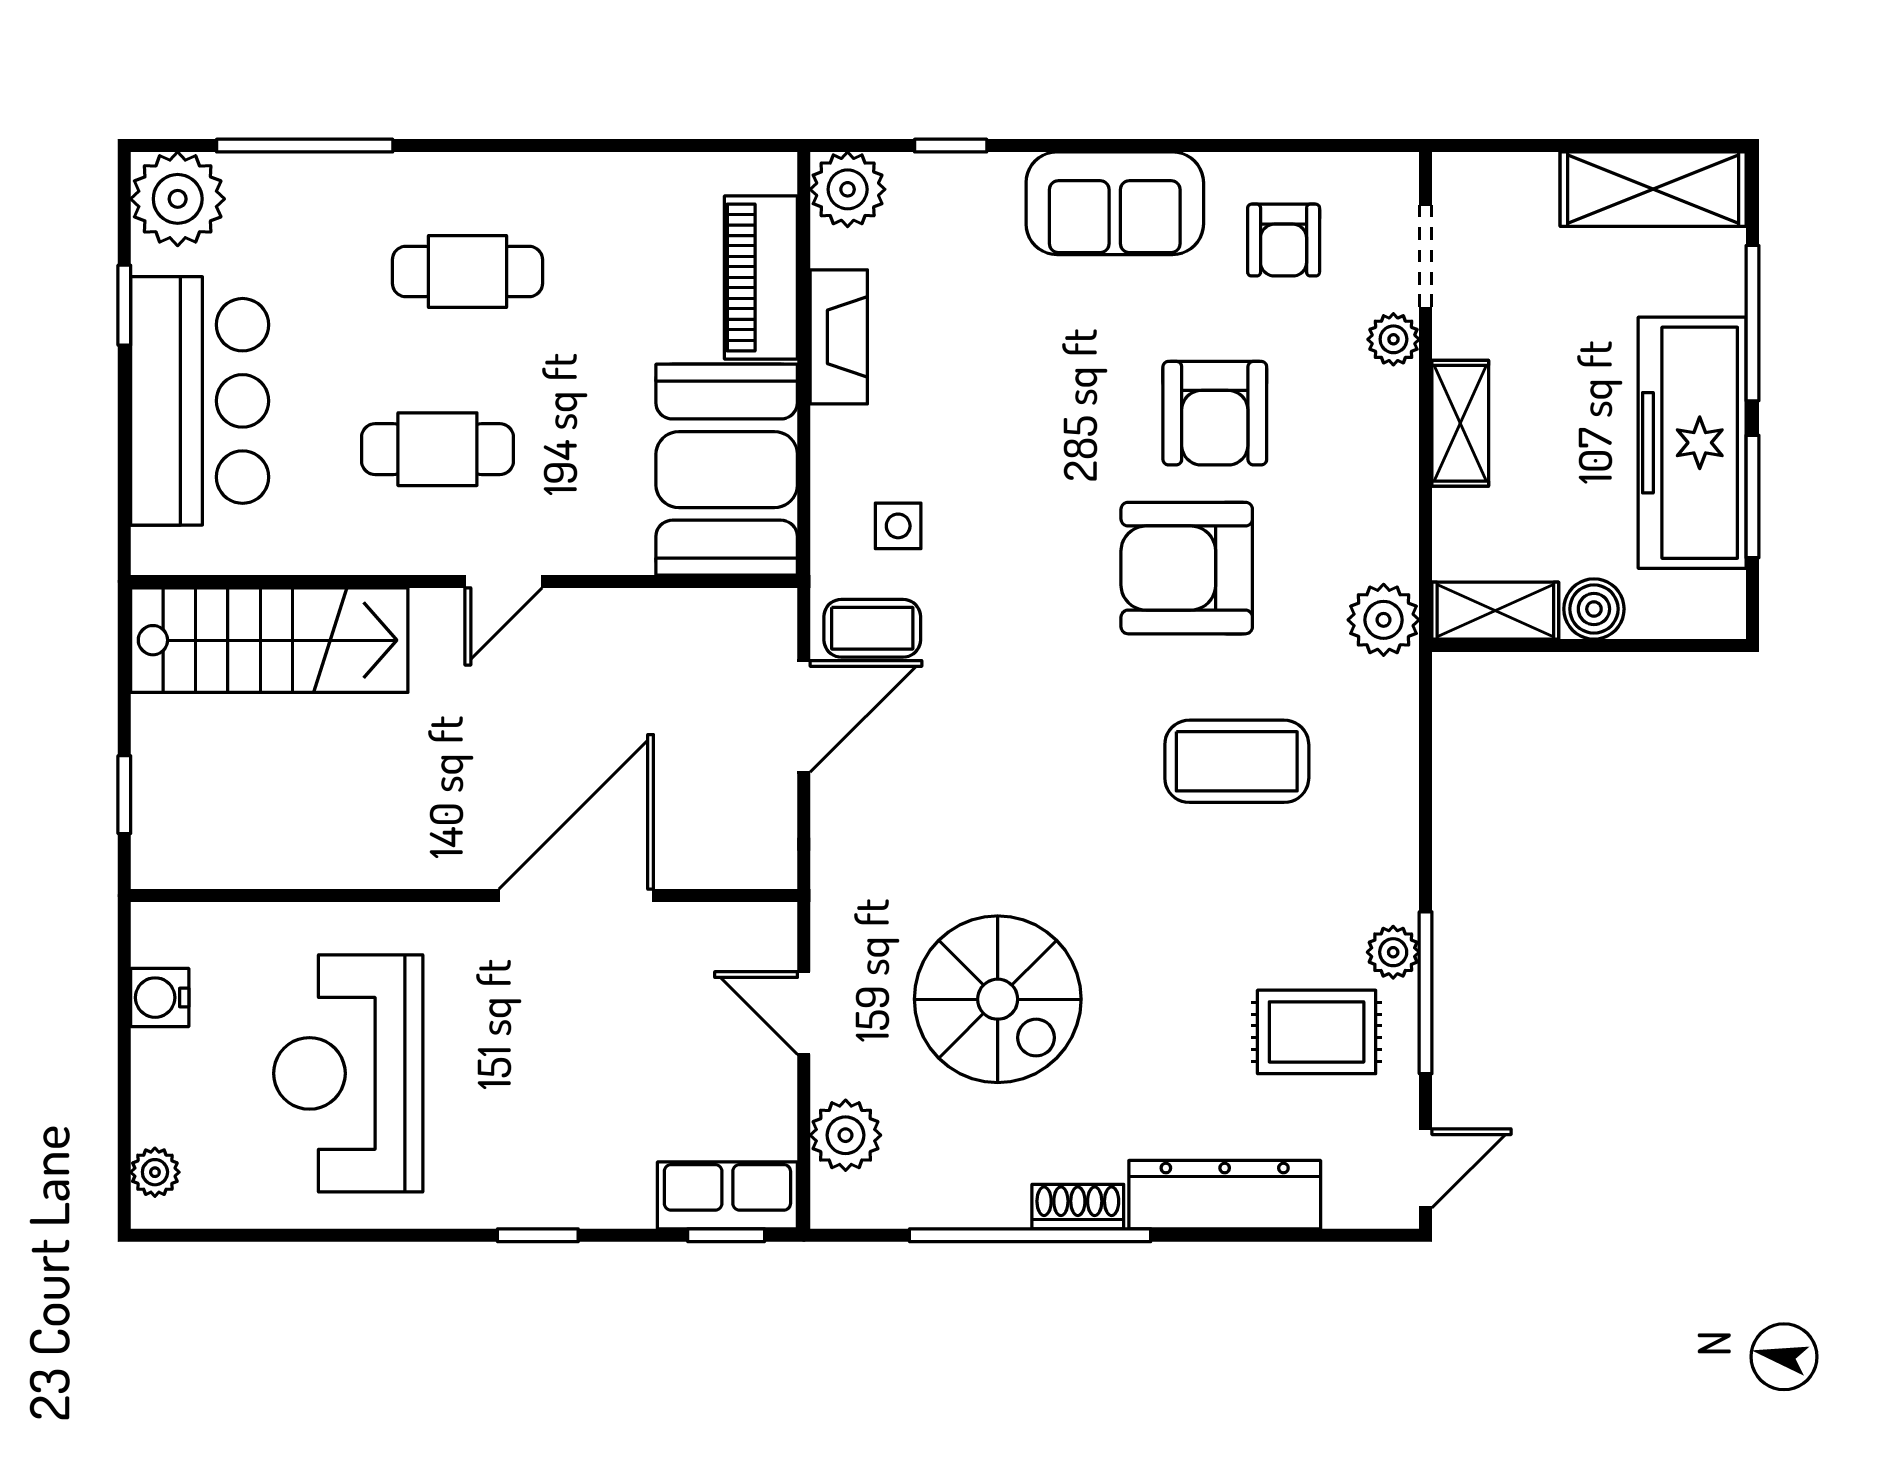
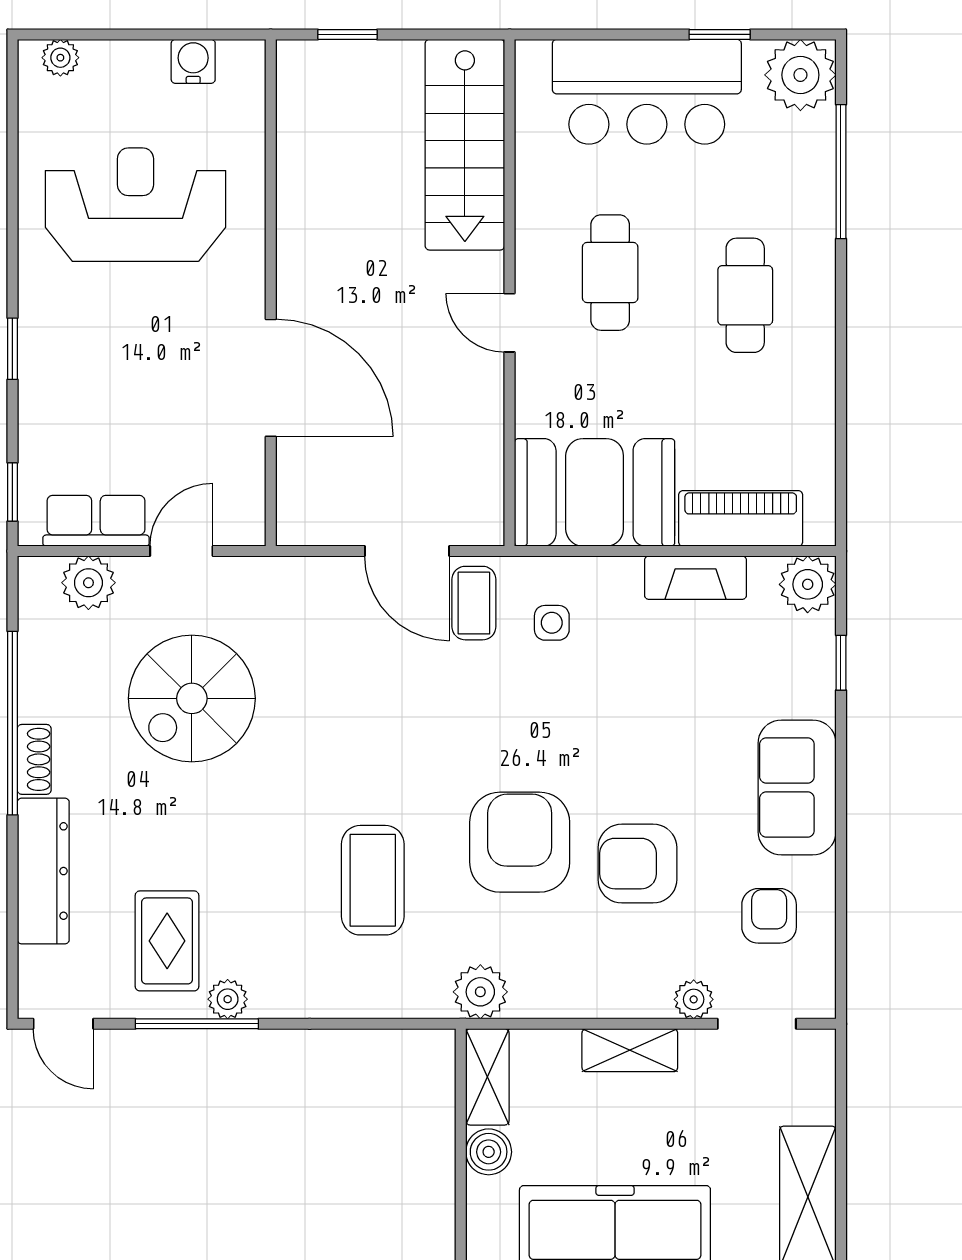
armchair: (1284, 240) -> (769, 916), turned 90
row of seats: (727, 1195) -> (96, 521), moved, turned -90

